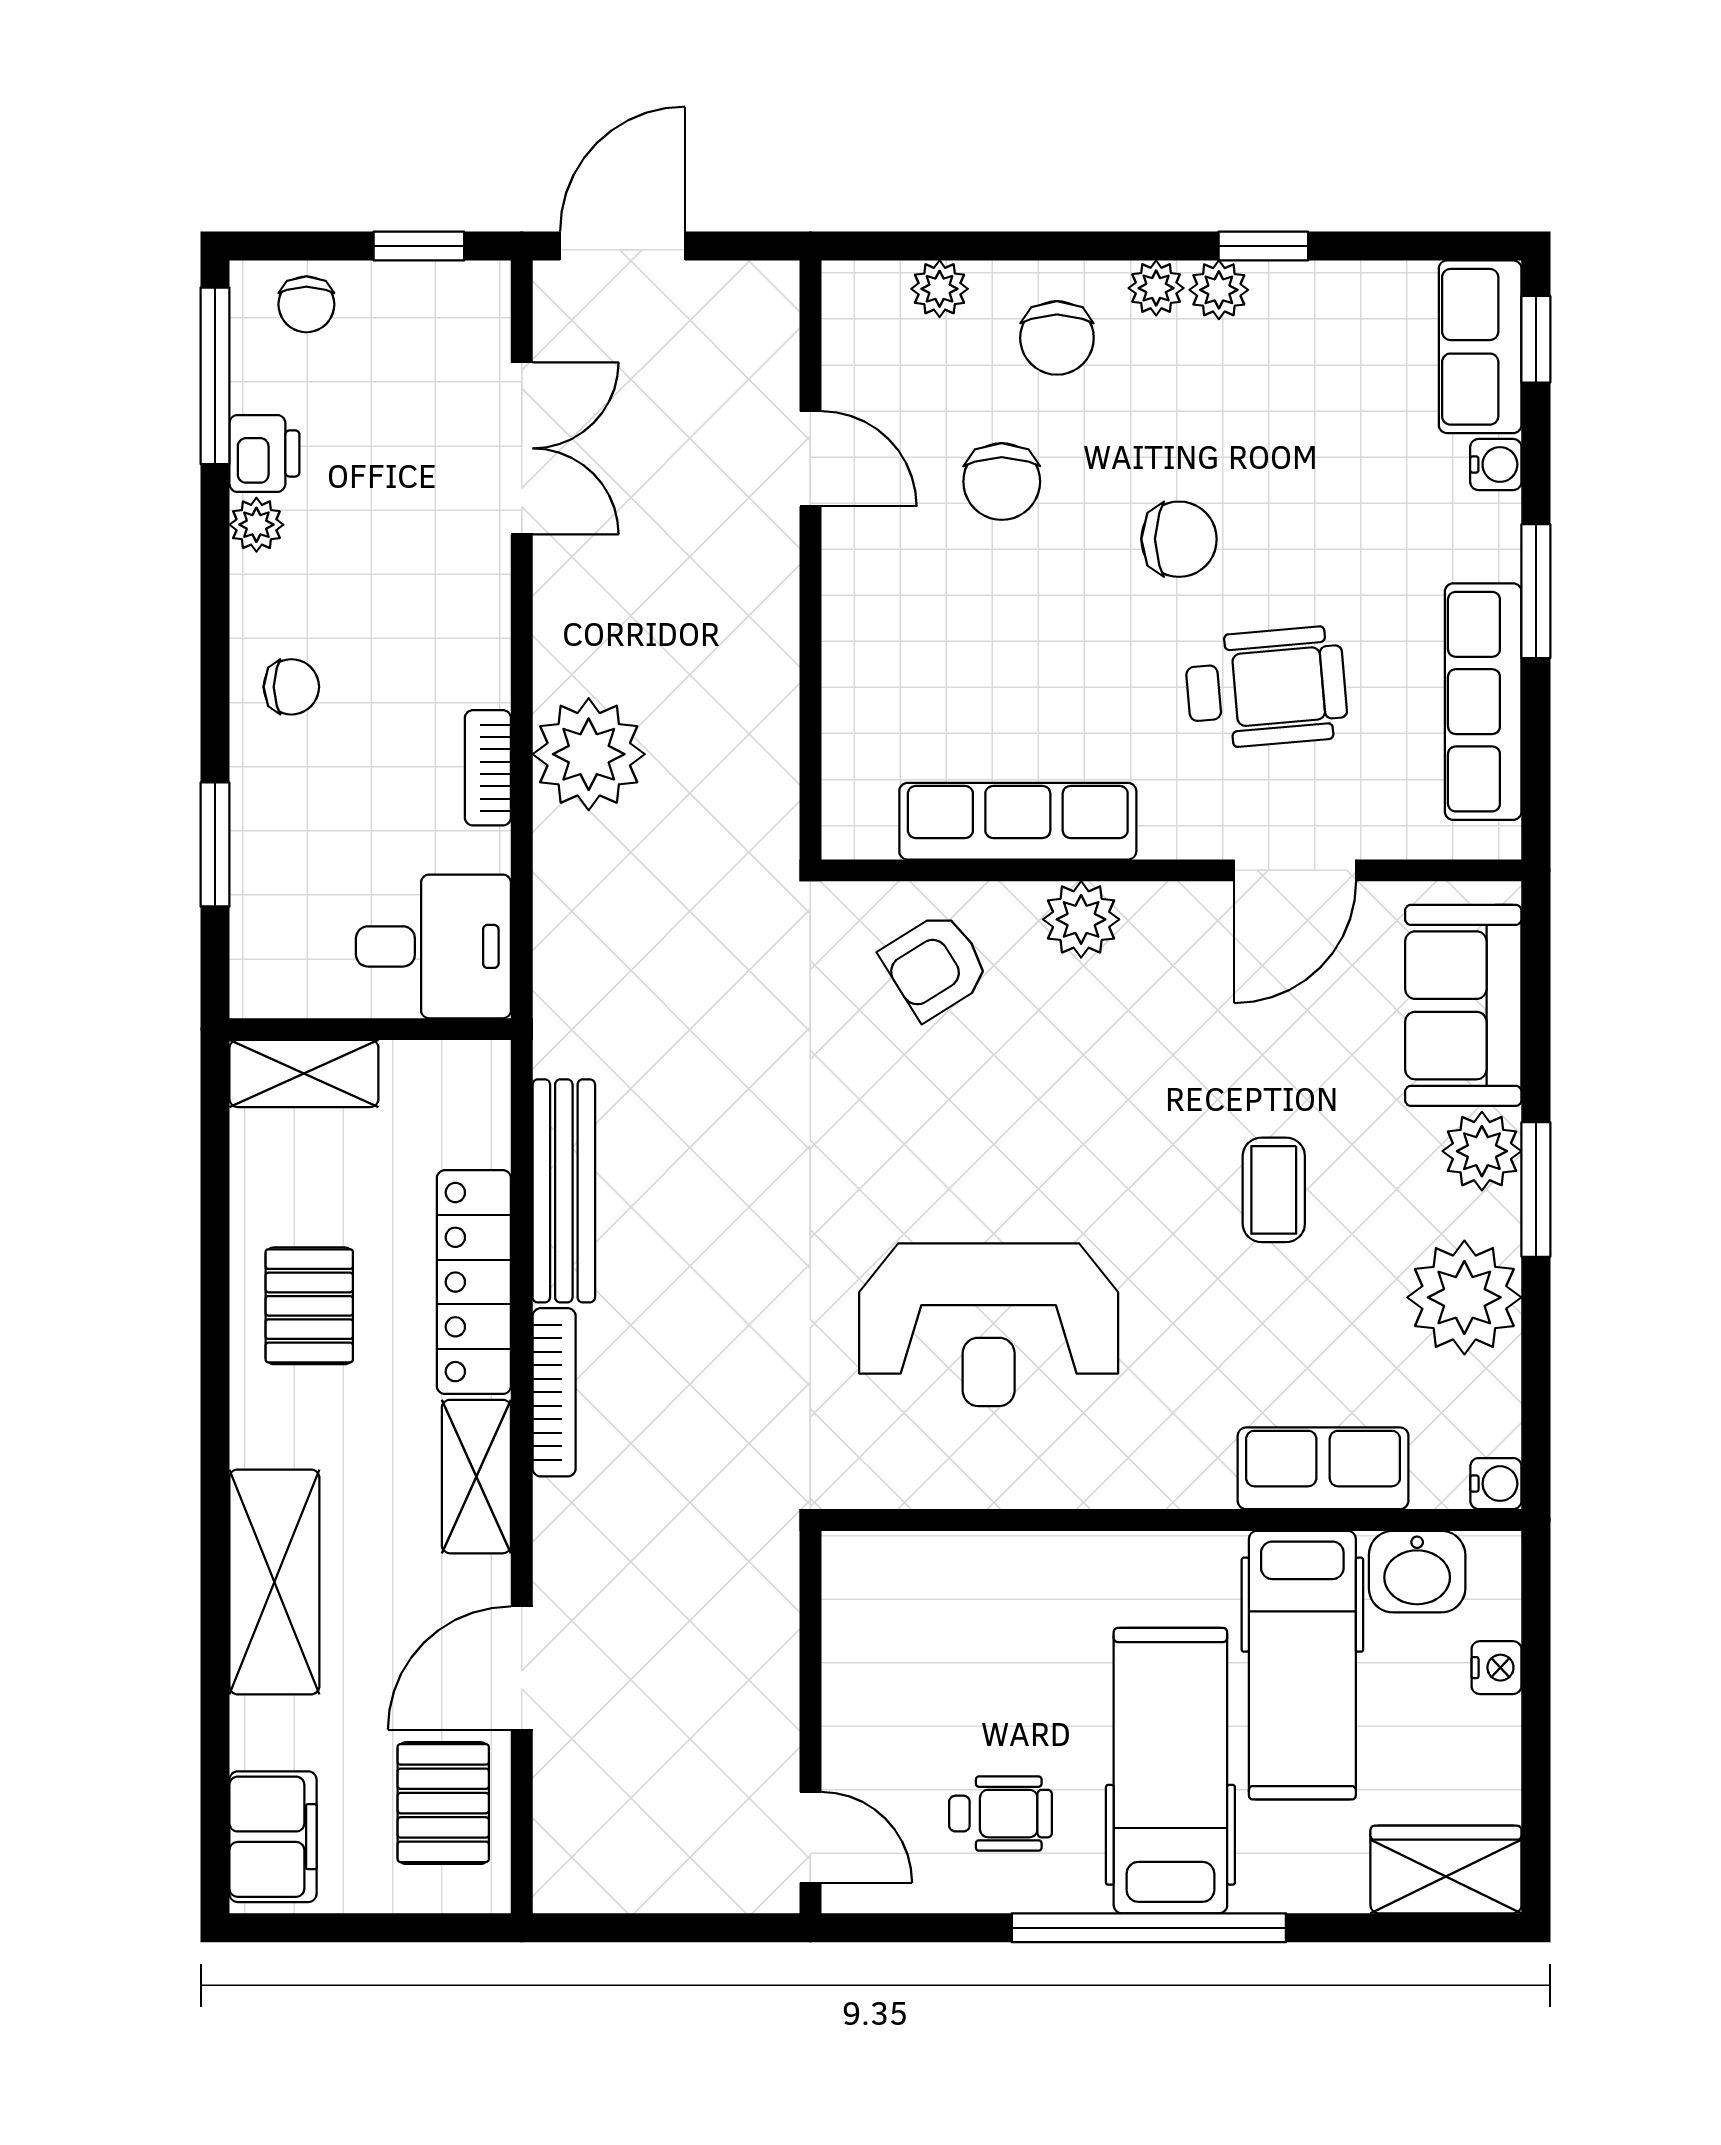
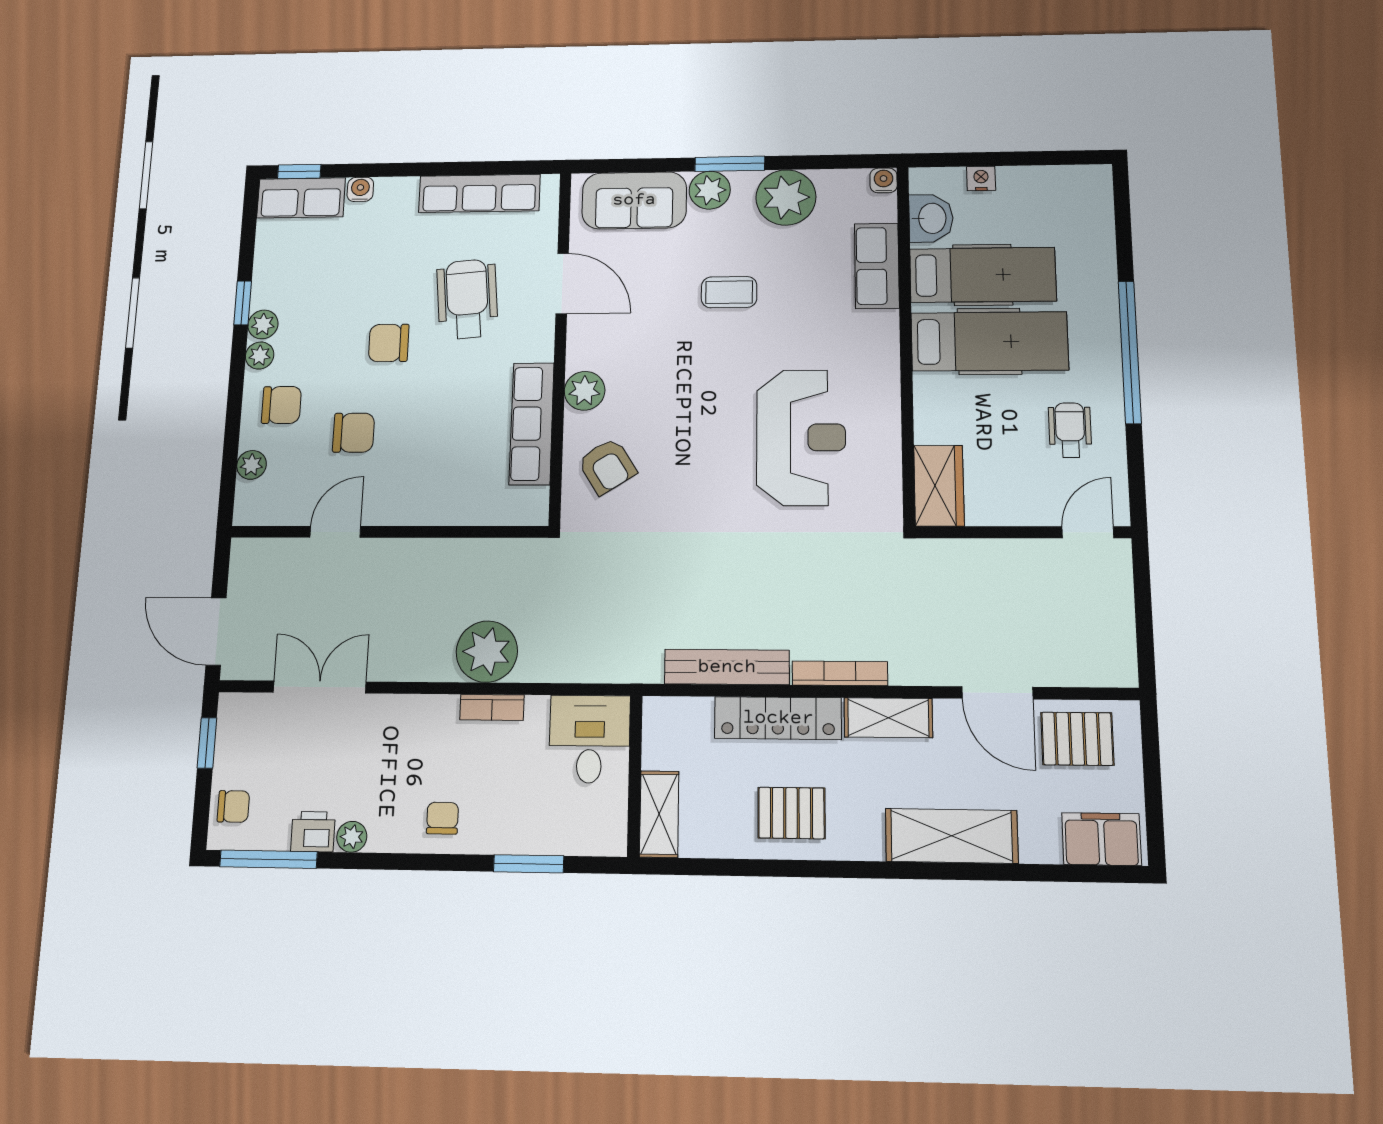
chair: (1179, 539) -> (389, 343), turned -90
window: (1536, 591) -> (425, 169), removed
hospital bed: (1170, 1771) -> (989, 341), moved, turned 180
wardrobe: (1446, 1870) -> (939, 486), moved, turned 180

